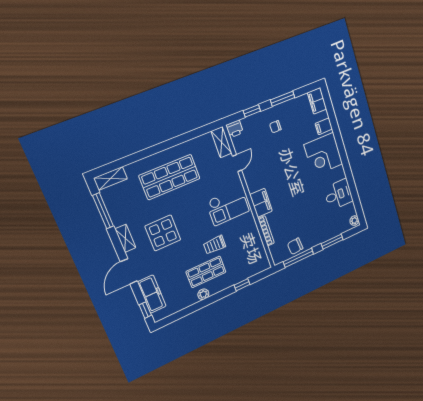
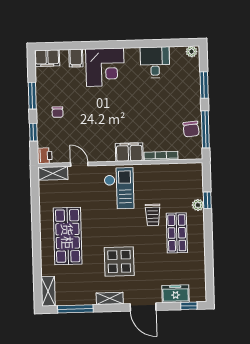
freezer: (152, 294) -> (176, 294), width x0.71
plant: (203, 294) -> (198, 205), moved

